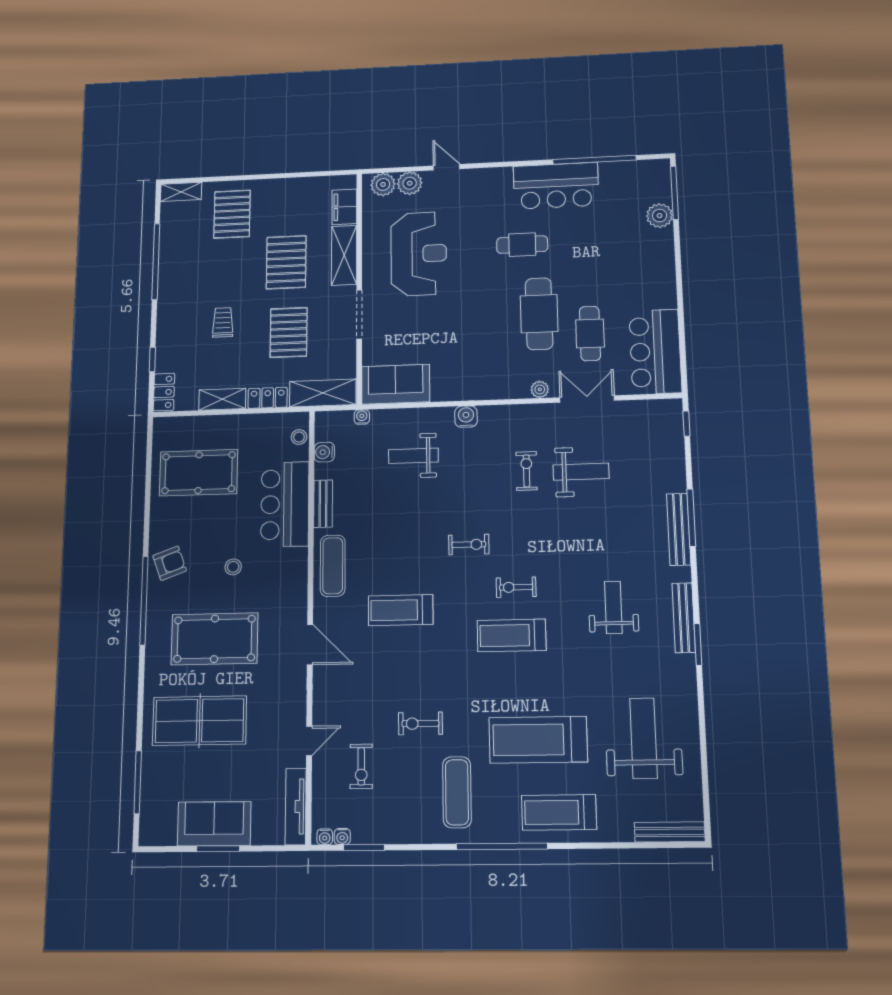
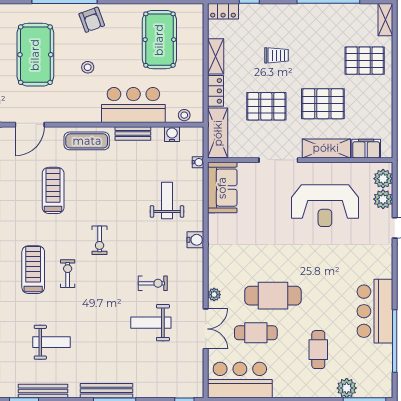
cafe table: (522, 245) -> (318, 350), moved
weight bench: (581, 472) -> (151, 323), turned 90

